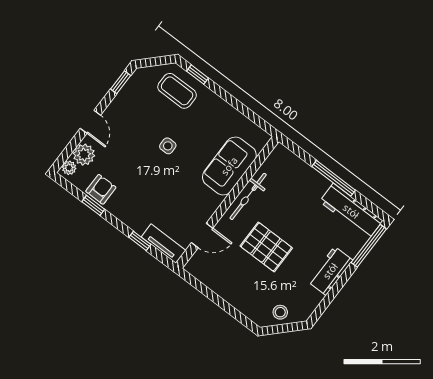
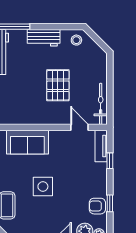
side table: (168, 146) -> (43, 186), width x1.87, depth x1.87
bicycle: (248, 196) -> (101, 104), moved, turned -90
stool: (280, 312) -> (76, 40), moved

